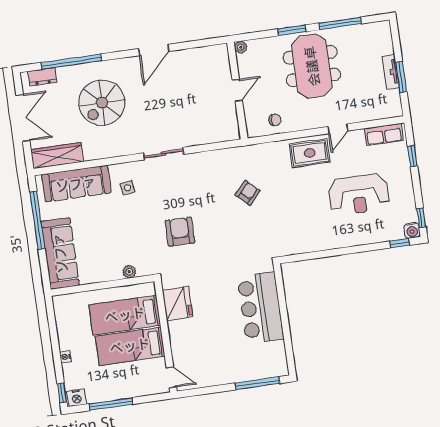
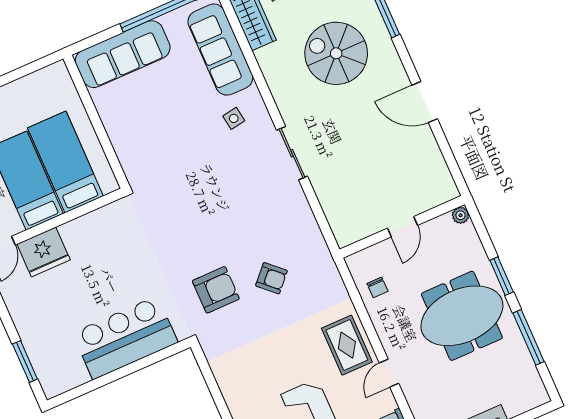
door: (237, 90) -> (402, 227), hinge flipped
door: (338, 129) -> (389, 373), hinge flipped
armchair: (180, 232) -> (216, 290), moved
plant: (129, 272) -> (124, 152), removed
fridge: (178, 304) -> (44, 252), moved
window: (257, 383) -> (25, 362), width x0.69

